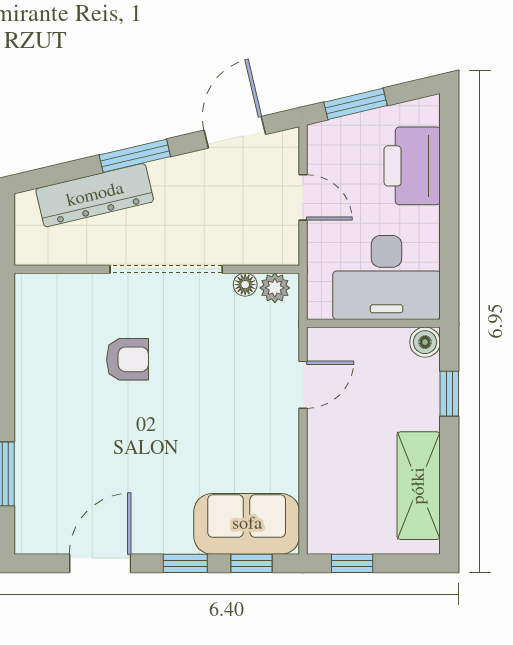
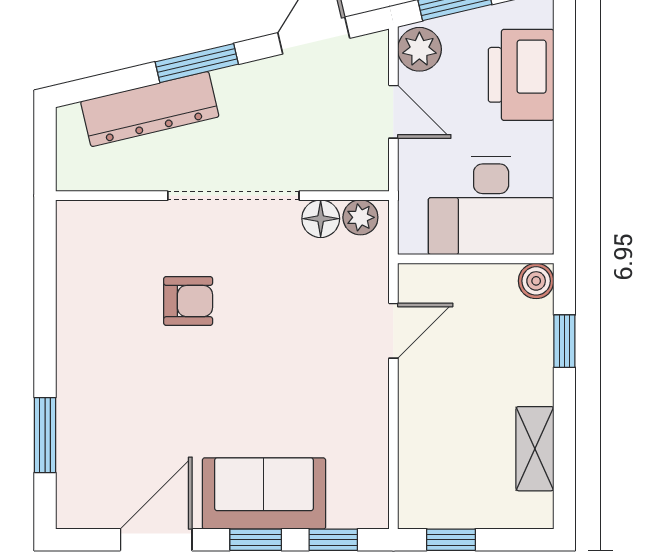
plant: (325, 144) -> (419, 49), added
floor lamp: (245, 285) -> (321, 219), width x1.37, depth x1.37
shelving: (419, 486) -> (535, 449), width x0.67, depth x0.75
sofa: (247, 524) -> (264, 494), moved

